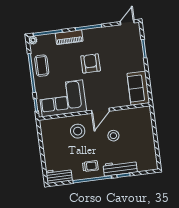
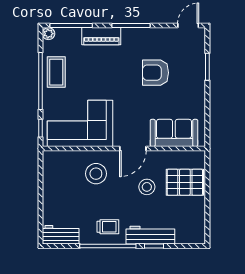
armchair: (91, 63) -> (156, 73), moved, turned -90
sofa: (138, 88) -> (174, 133), moved, turned 90
pallet: (139, 129) -> (185, 182), added

